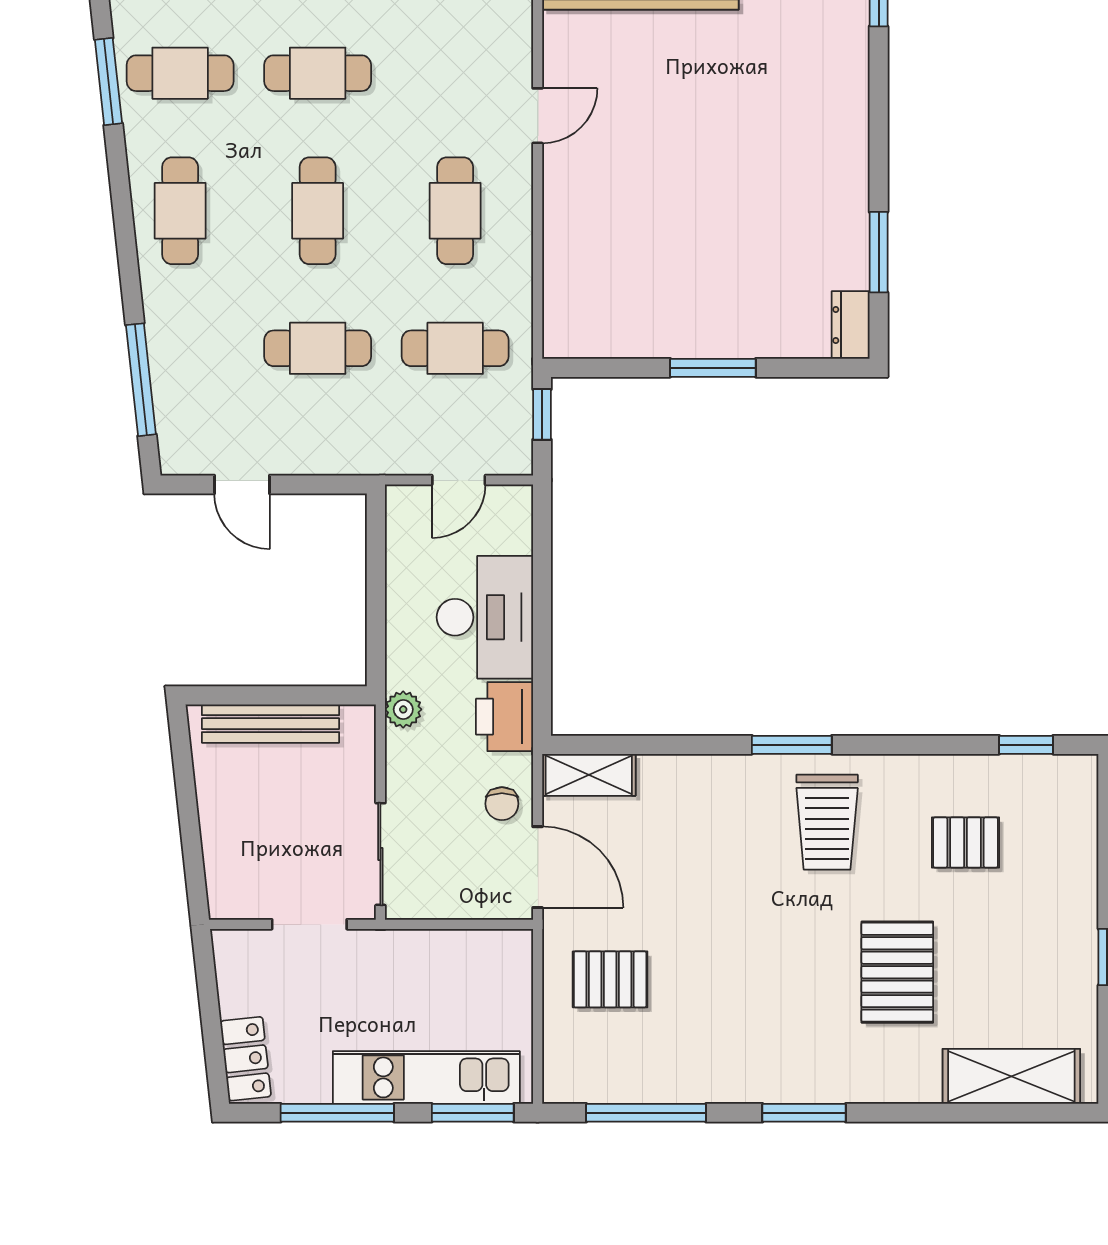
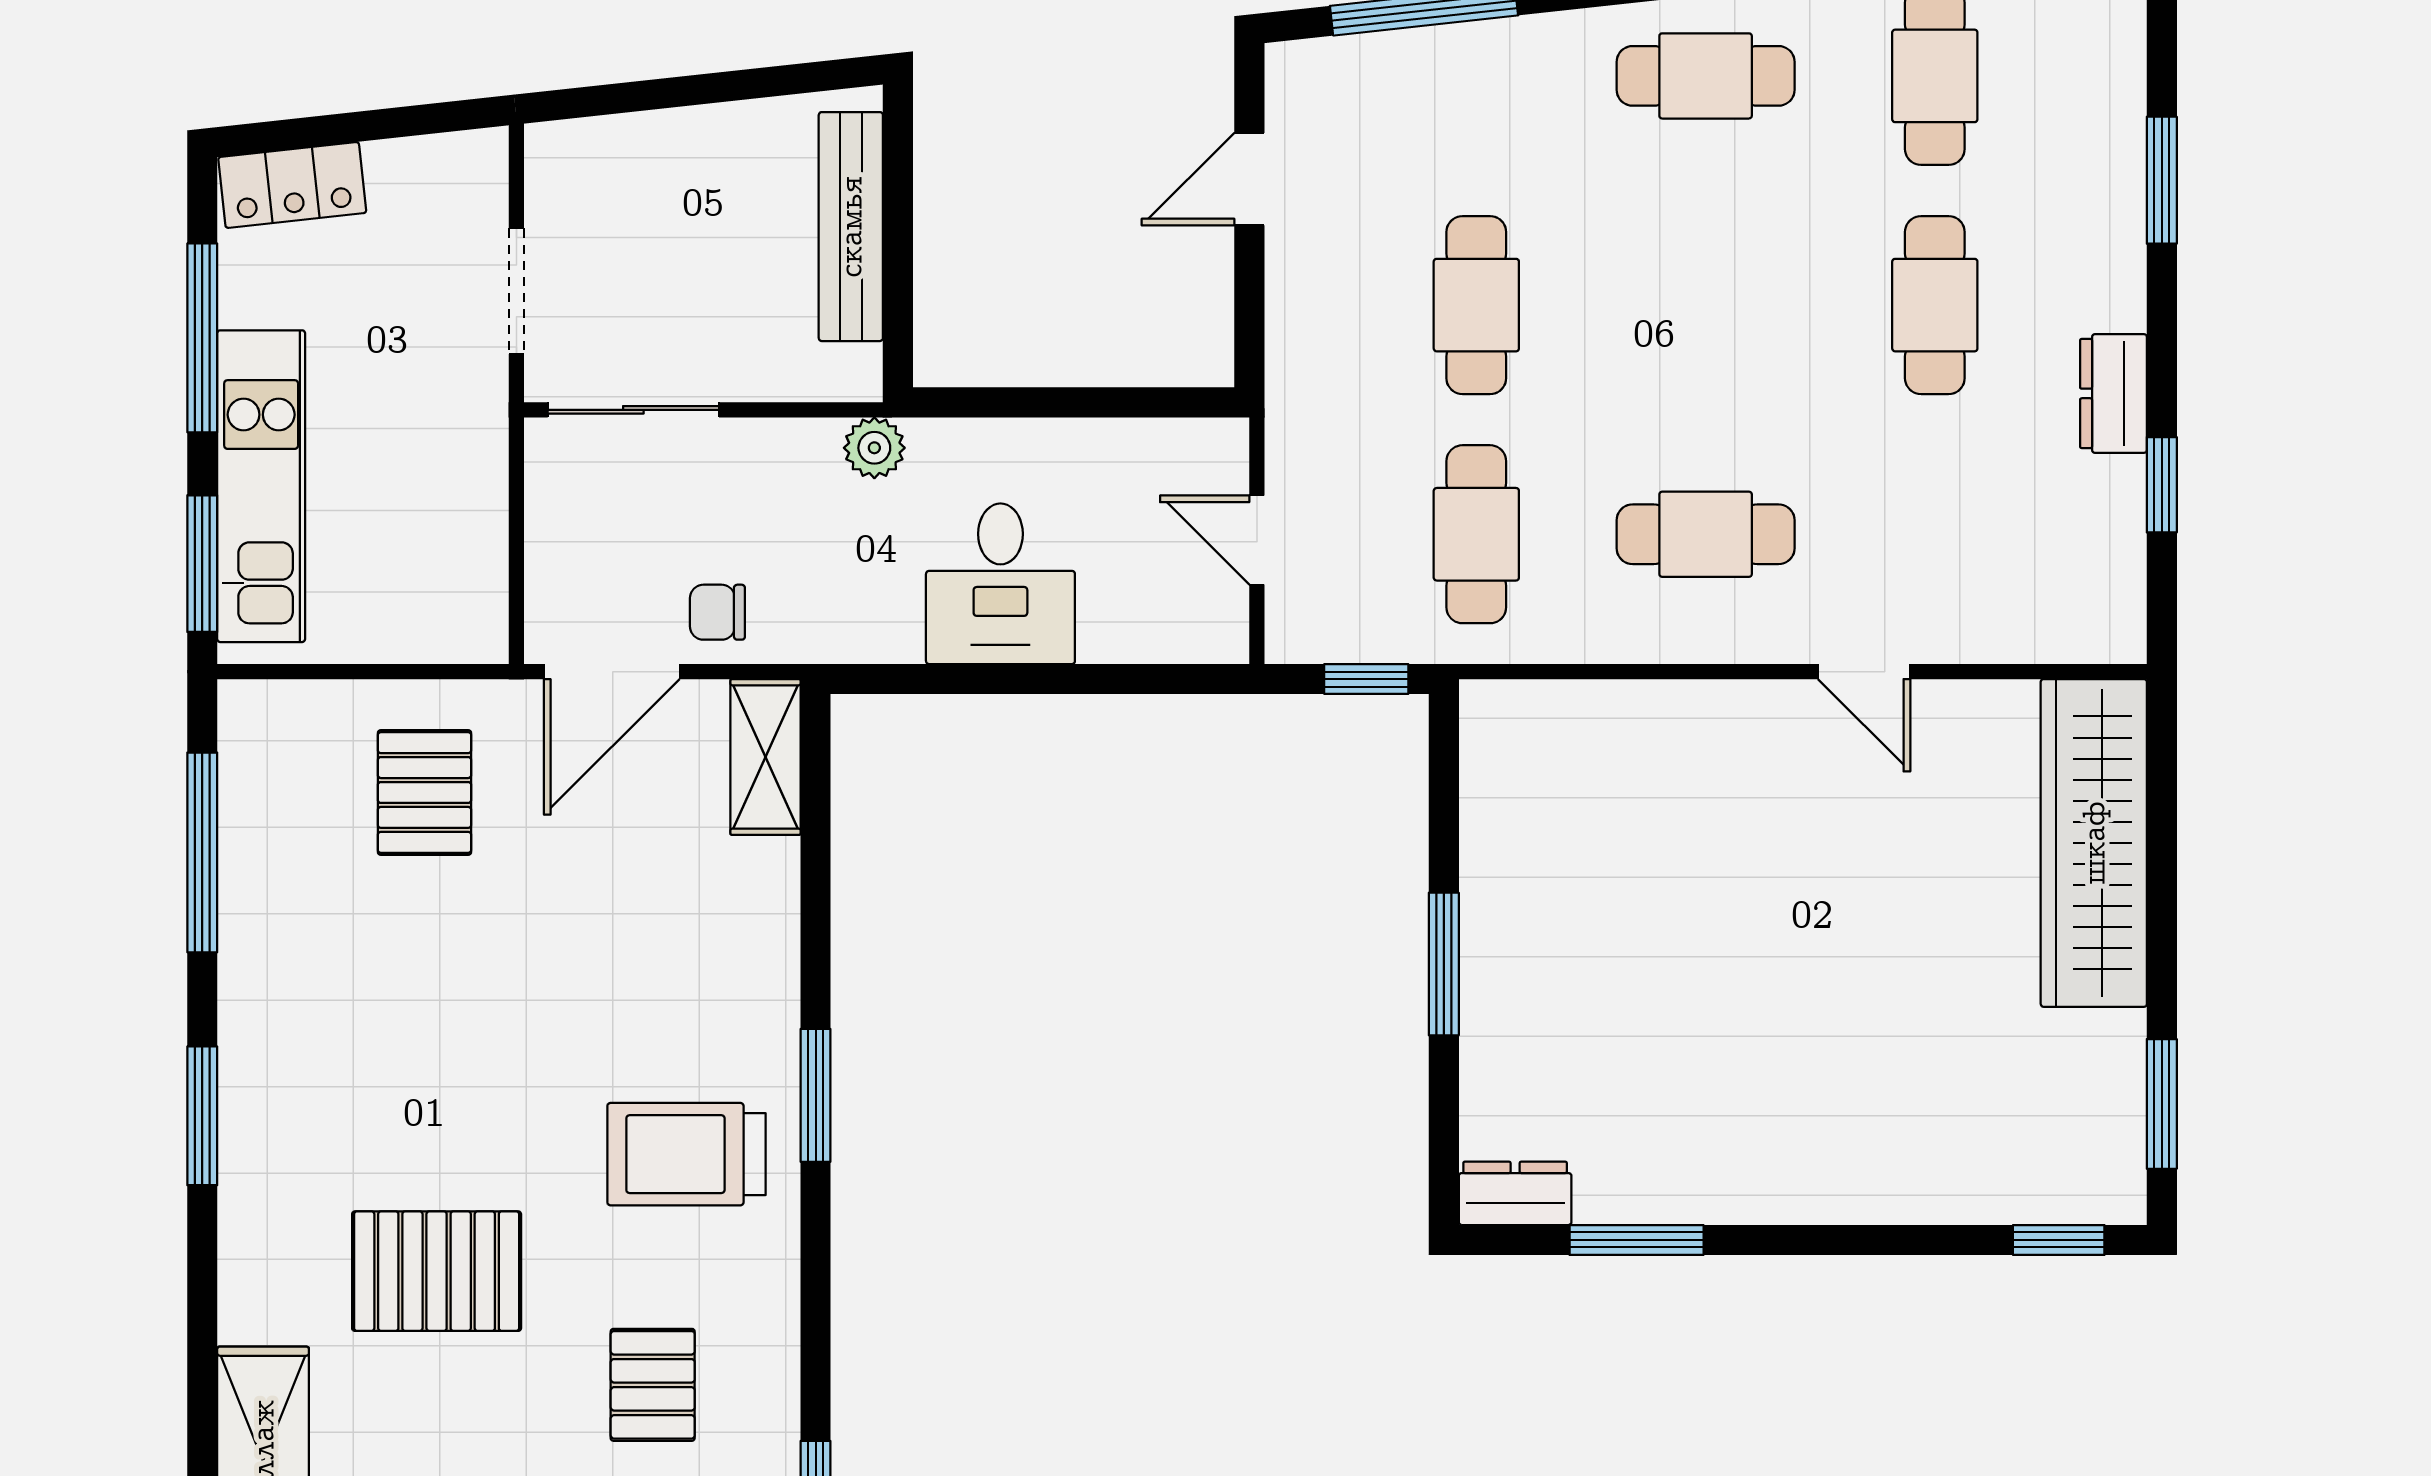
cafe table: (318, 211) -> (1706, 305), removed
desk: (485, 617) -> (1000, 584), width x0.73
printer: (504, 717) -> (862, 616), removed

